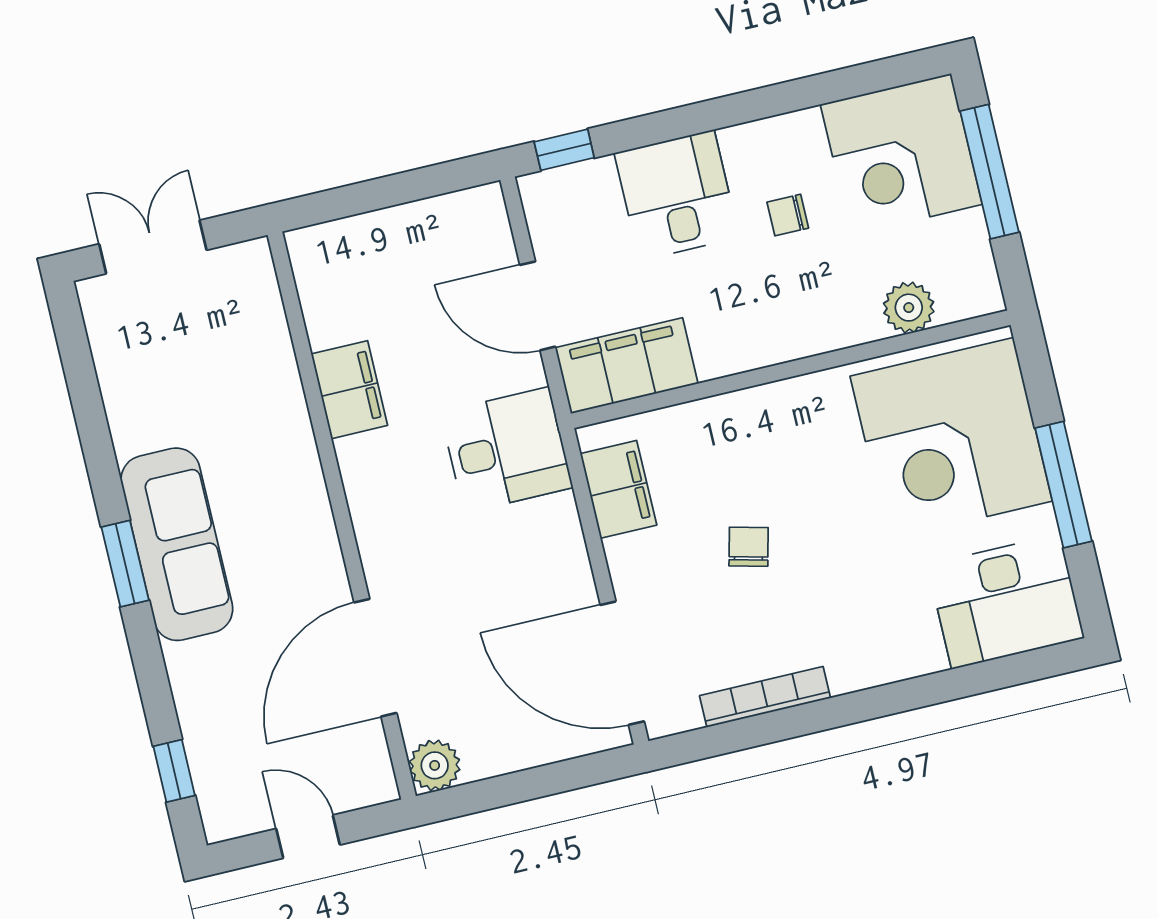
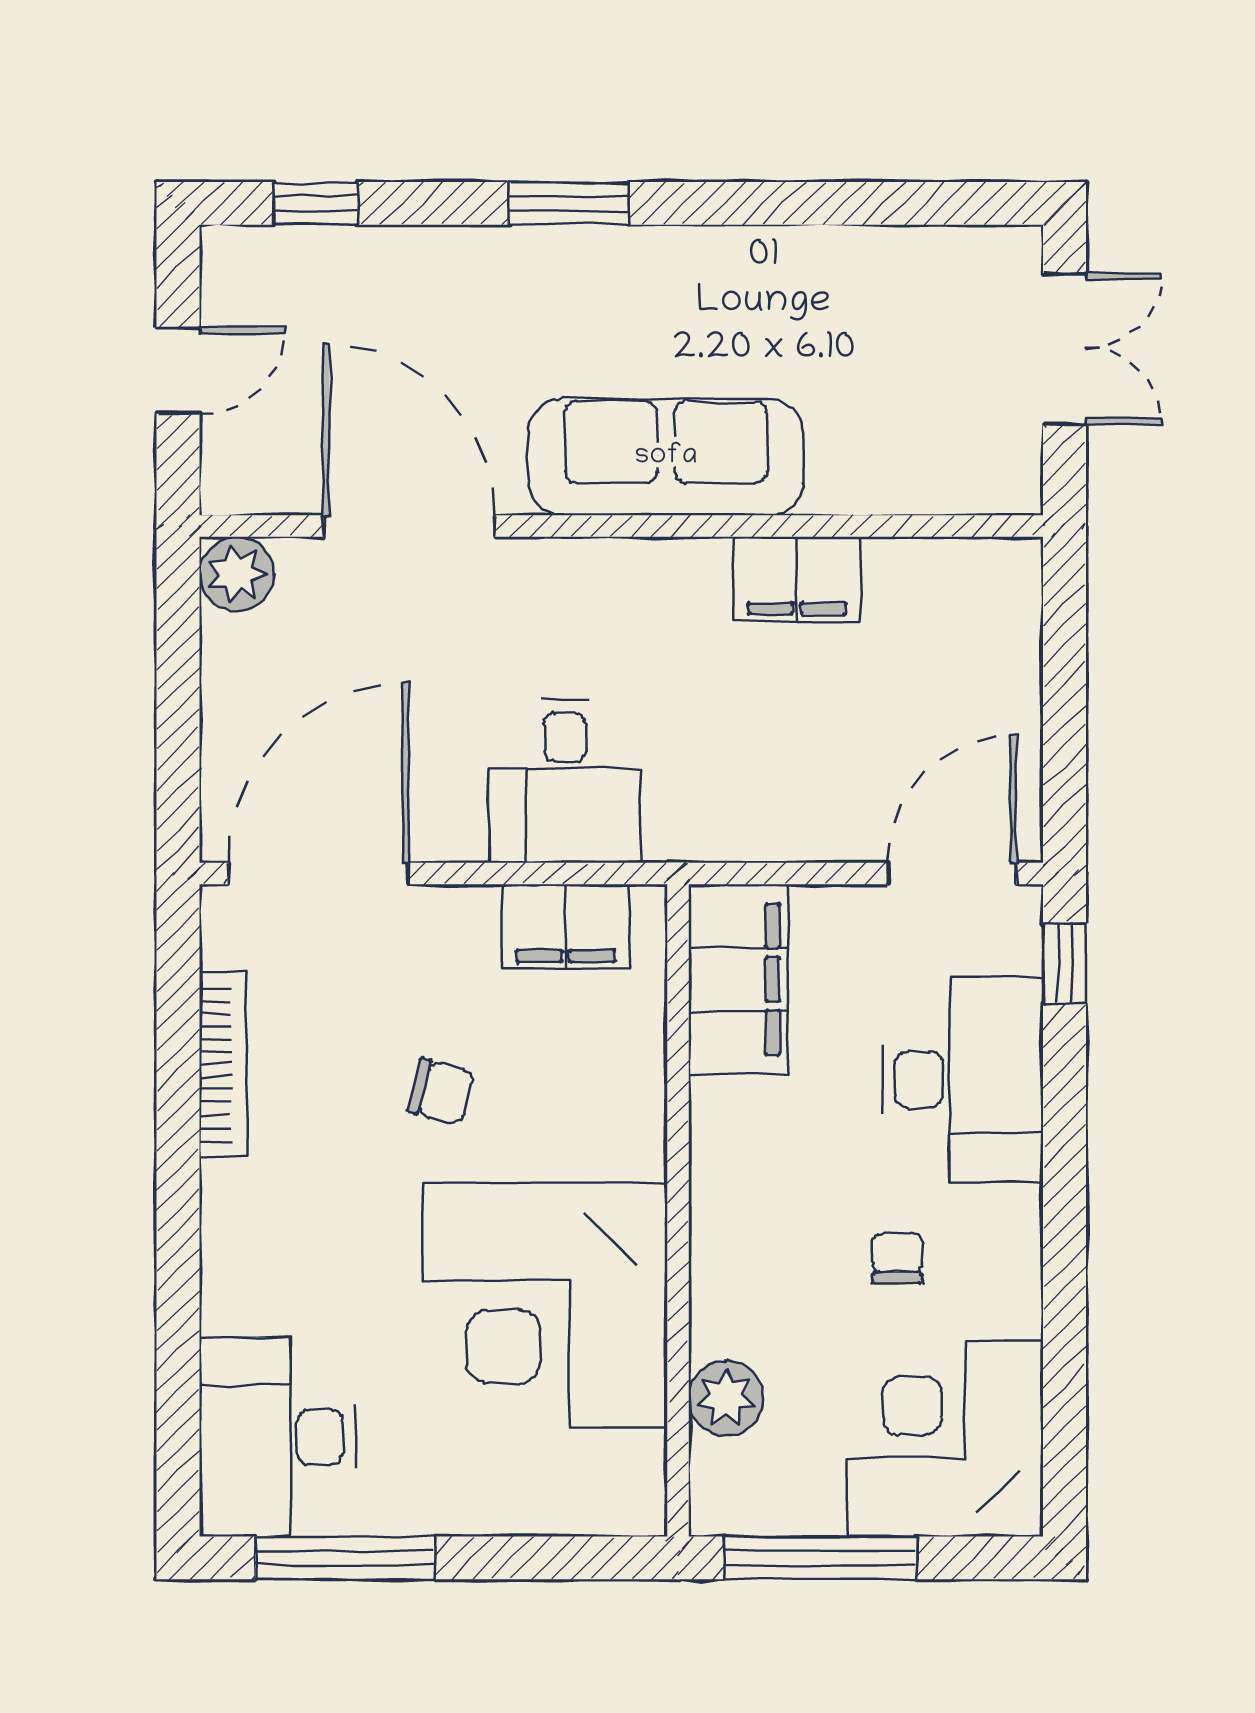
window: (990, 172) -> (821, 1558), moved
desk: (677, 195) -> (963, 1079), width x1.37
door: (538, 306) -> (952, 874), moved
corner desk: (951, 439) -> (545, 1305), moved, turned -90
desk: (507, 450) -> (565, 781), moved
window: (1064, 485) -> (345, 1558), moved
sofa: (177, 544) -> (666, 457), moved, turned 180
window: (125, 564) -> (569, 203), moved

